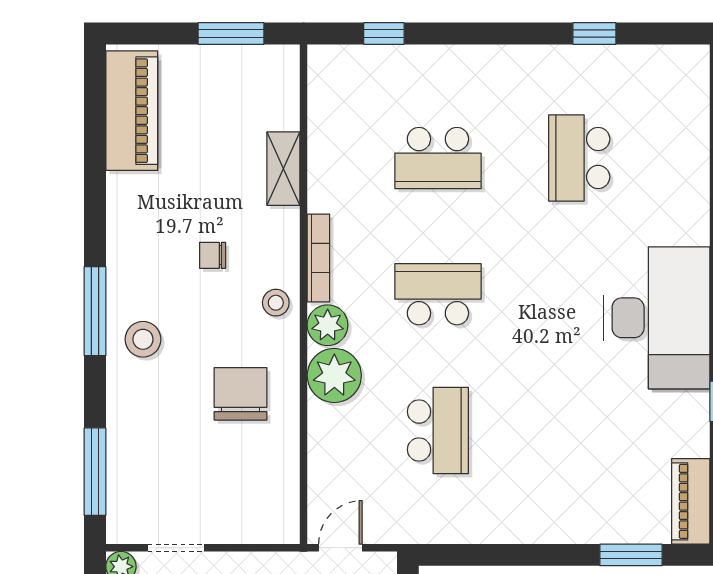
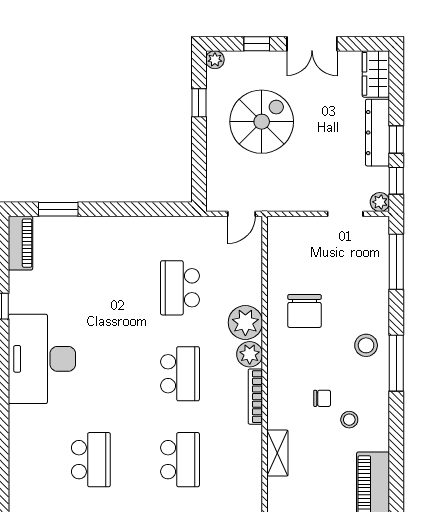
school desk: (438, 158) -> (180, 460), turned 90
school desk: (438, 294) -> (180, 374), turned -90
stool: (276, 303) -> (349, 420), moved

